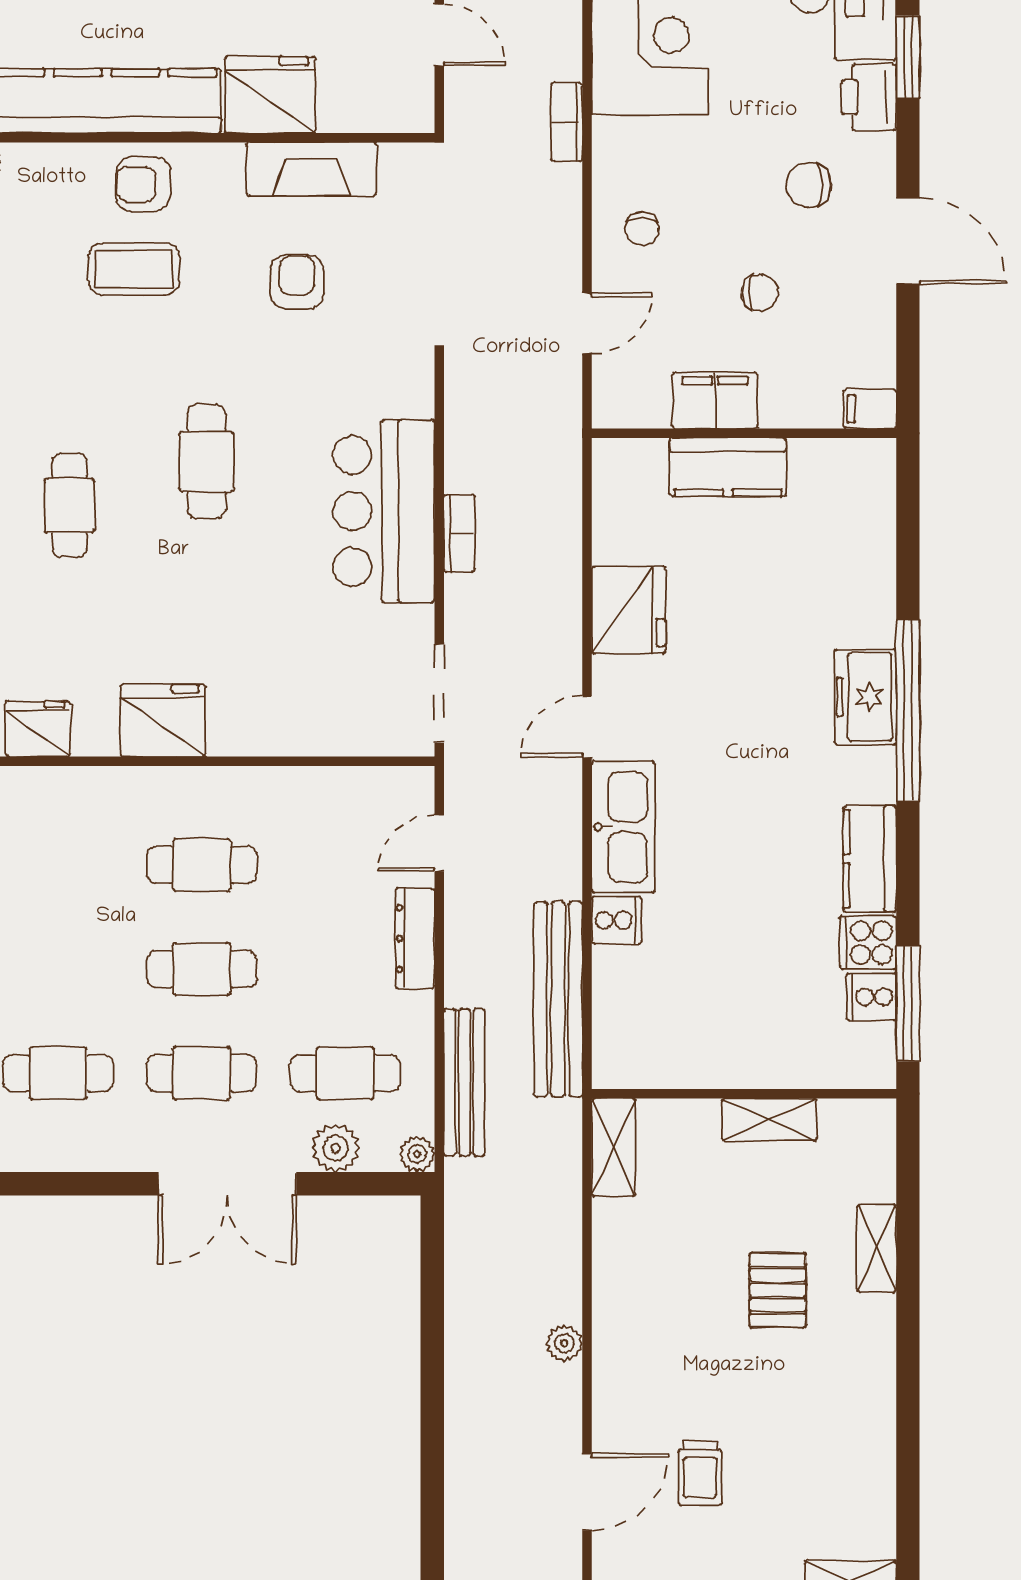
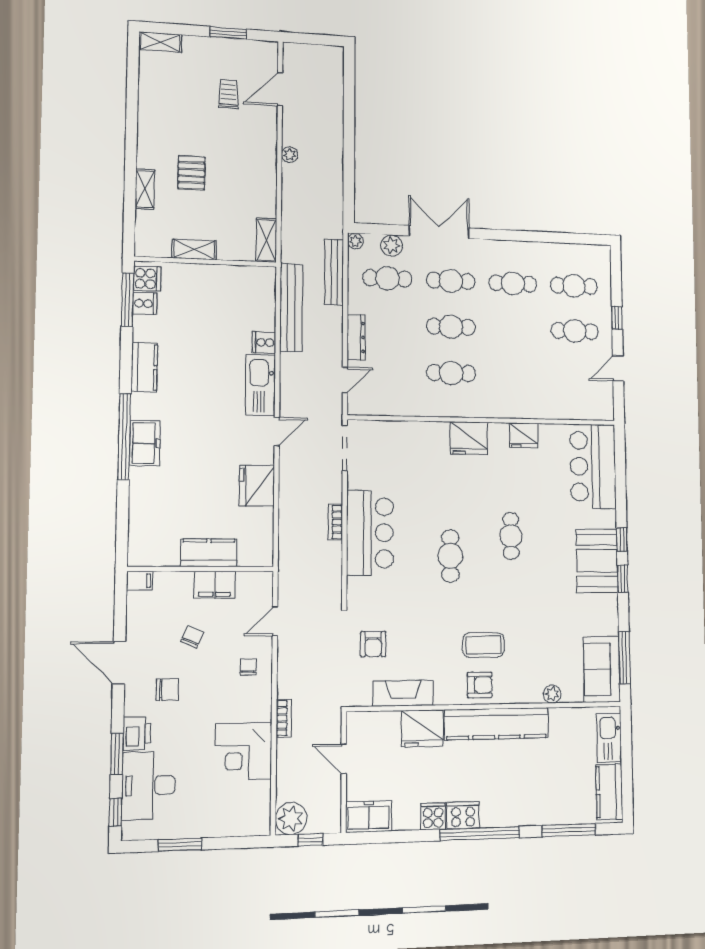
armchair: (297, 282) -> (373, 644), moved
chair: (760, 293) -> (192, 637), turned 113
cooker: (868, 943) -> (147, 279), moved

